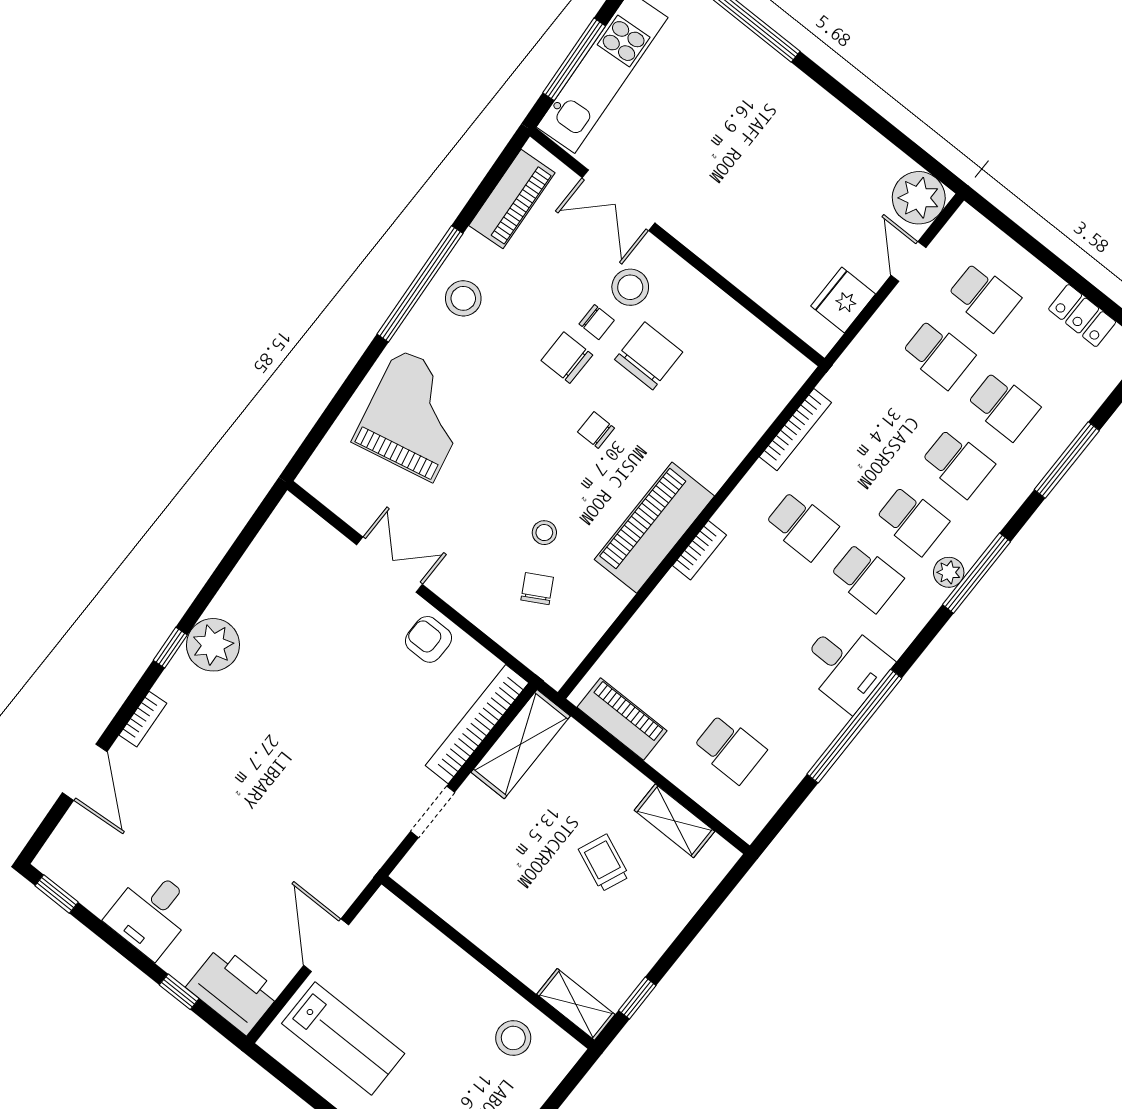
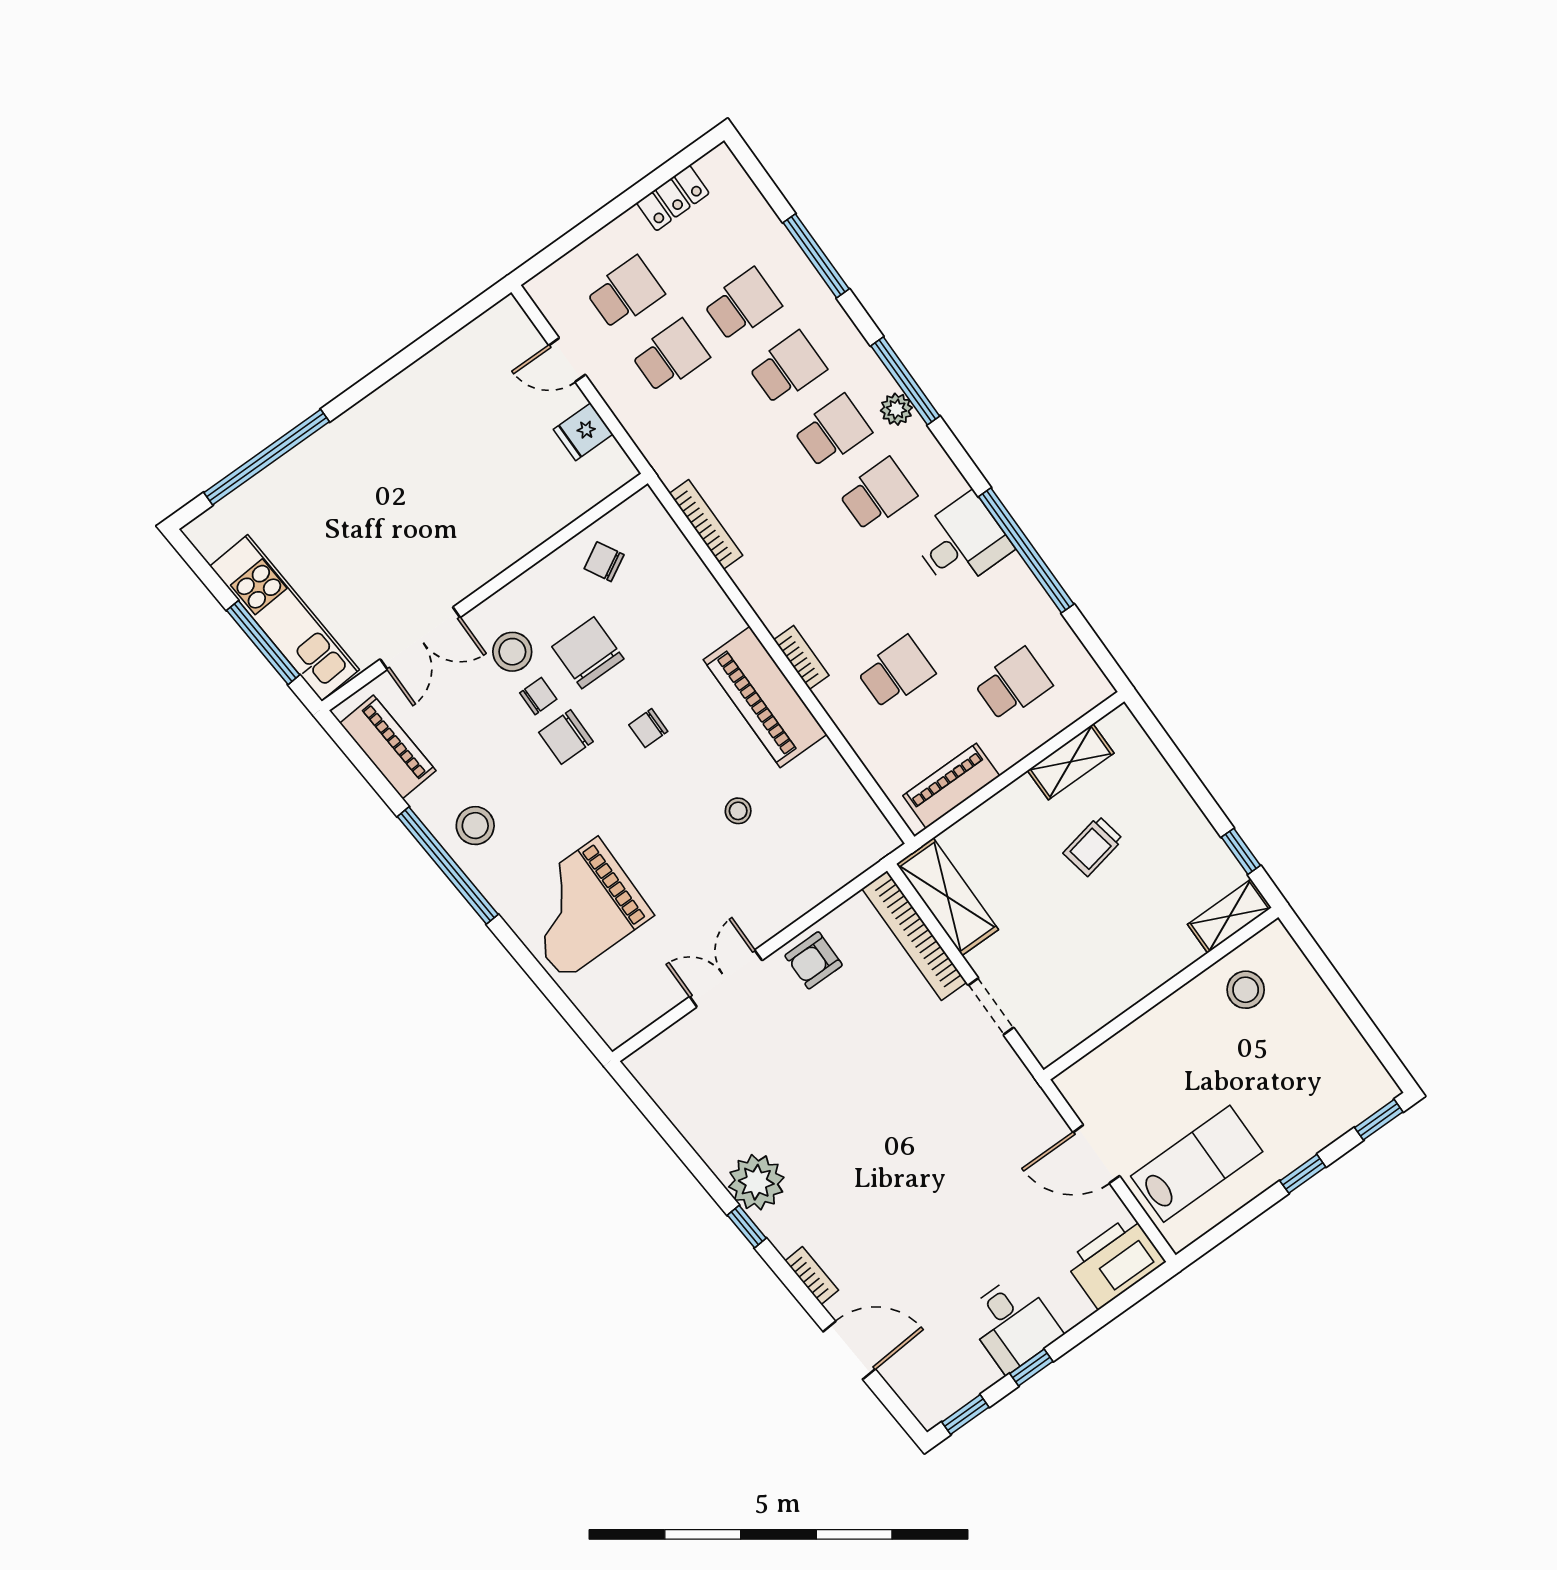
plant: (919, 198) -> (505, 331), removed
fridge: (843, 300) -> (583, 432), width x0.72
grand piano: (416, 415) -> (581, 908), turned -78
school desk: (802, 526) -> (896, 672), moved
chair: (537, 589) -> (604, 562), moved
trolley: (604, 863) -> (1093, 846), turned -34
window: (179, 992) -> (1031, 1367), moved

